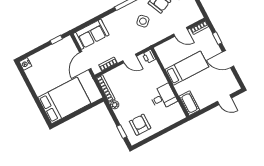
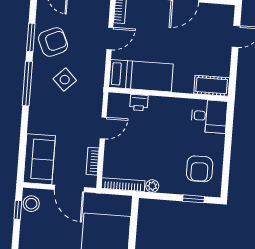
stool: (64, 45) -> (31, 204), added
printer: (149, 56) -> (139, 103), moved
bed: (187, 68) -> (141, 76), moved, turned 90
desk: (163, 97) -> (209, 116), moved, turned 90
armchair: (140, 125) -> (200, 169), turned -90

